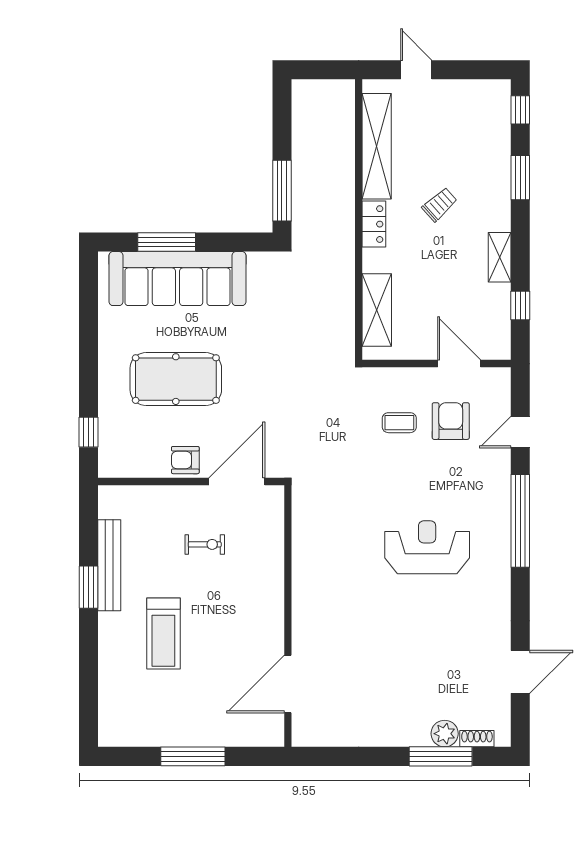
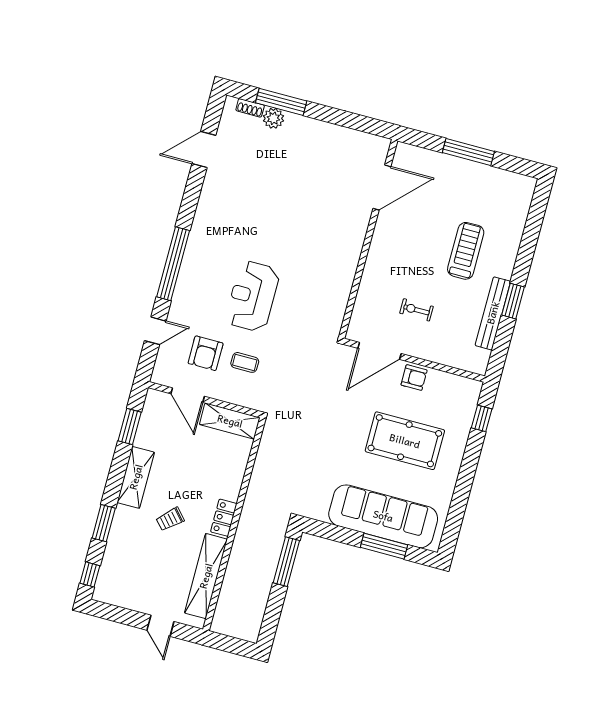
shelving: (500, 257) -> (136, 477), width x1.50, depth x1.33
window: (520, 305) -> (130, 427), width x1.50
shelving: (377, 310) -> (230, 421), moved, turned 90
reception desk: (427, 547) -> (253, 296), moved, turned 90

